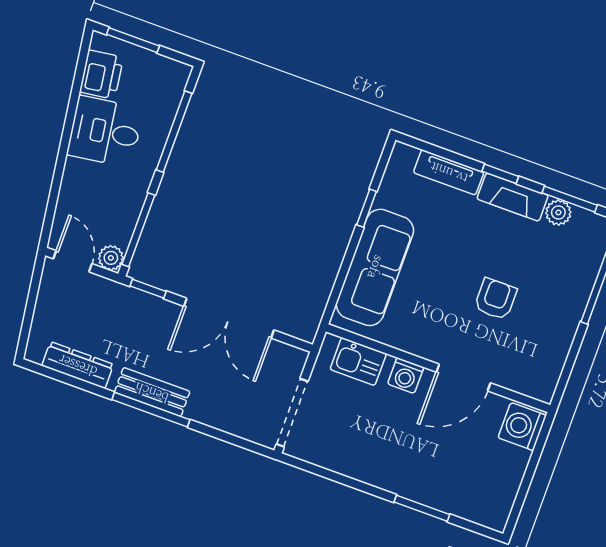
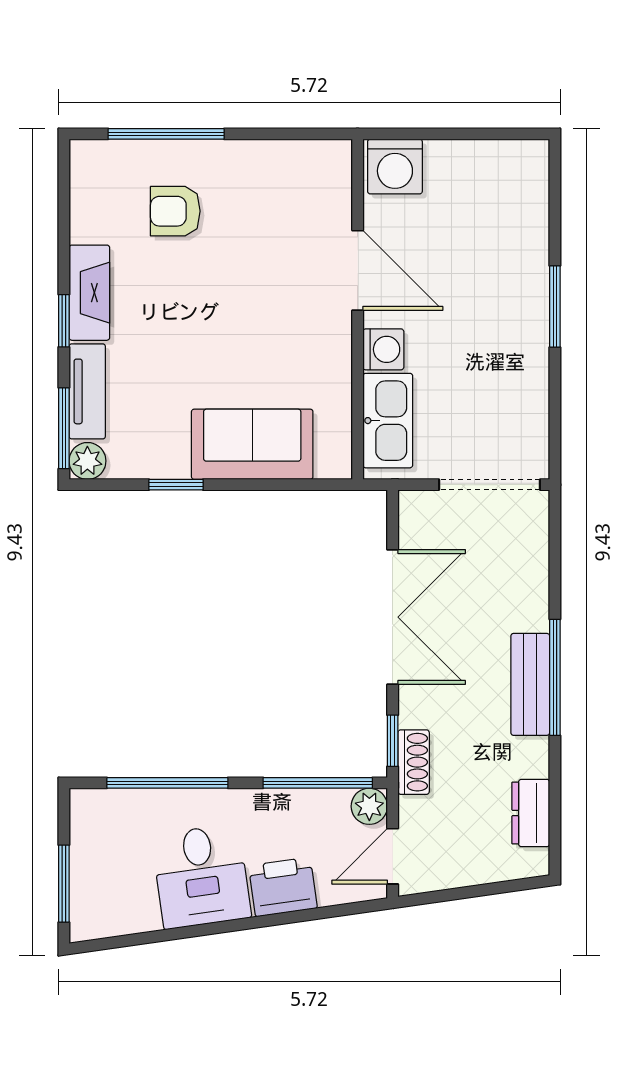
printer: (102, 75) -> (283, 887), moved
window: (570, 199) -> (64, 428), moved
plant: (558, 212) -> (87, 461), moved
sofa: (375, 267) -> (252, 444), width x0.73
shoe rack: (129, 297) -> (414, 762), added
armchair: (496, 299) -> (175, 211), moved
kitchen sink: (358, 362) -> (388, 421), width x1.38
dresser: (78, 365) -> (531, 813), width x0.70
window: (422, 508) -> (555, 306), moved

